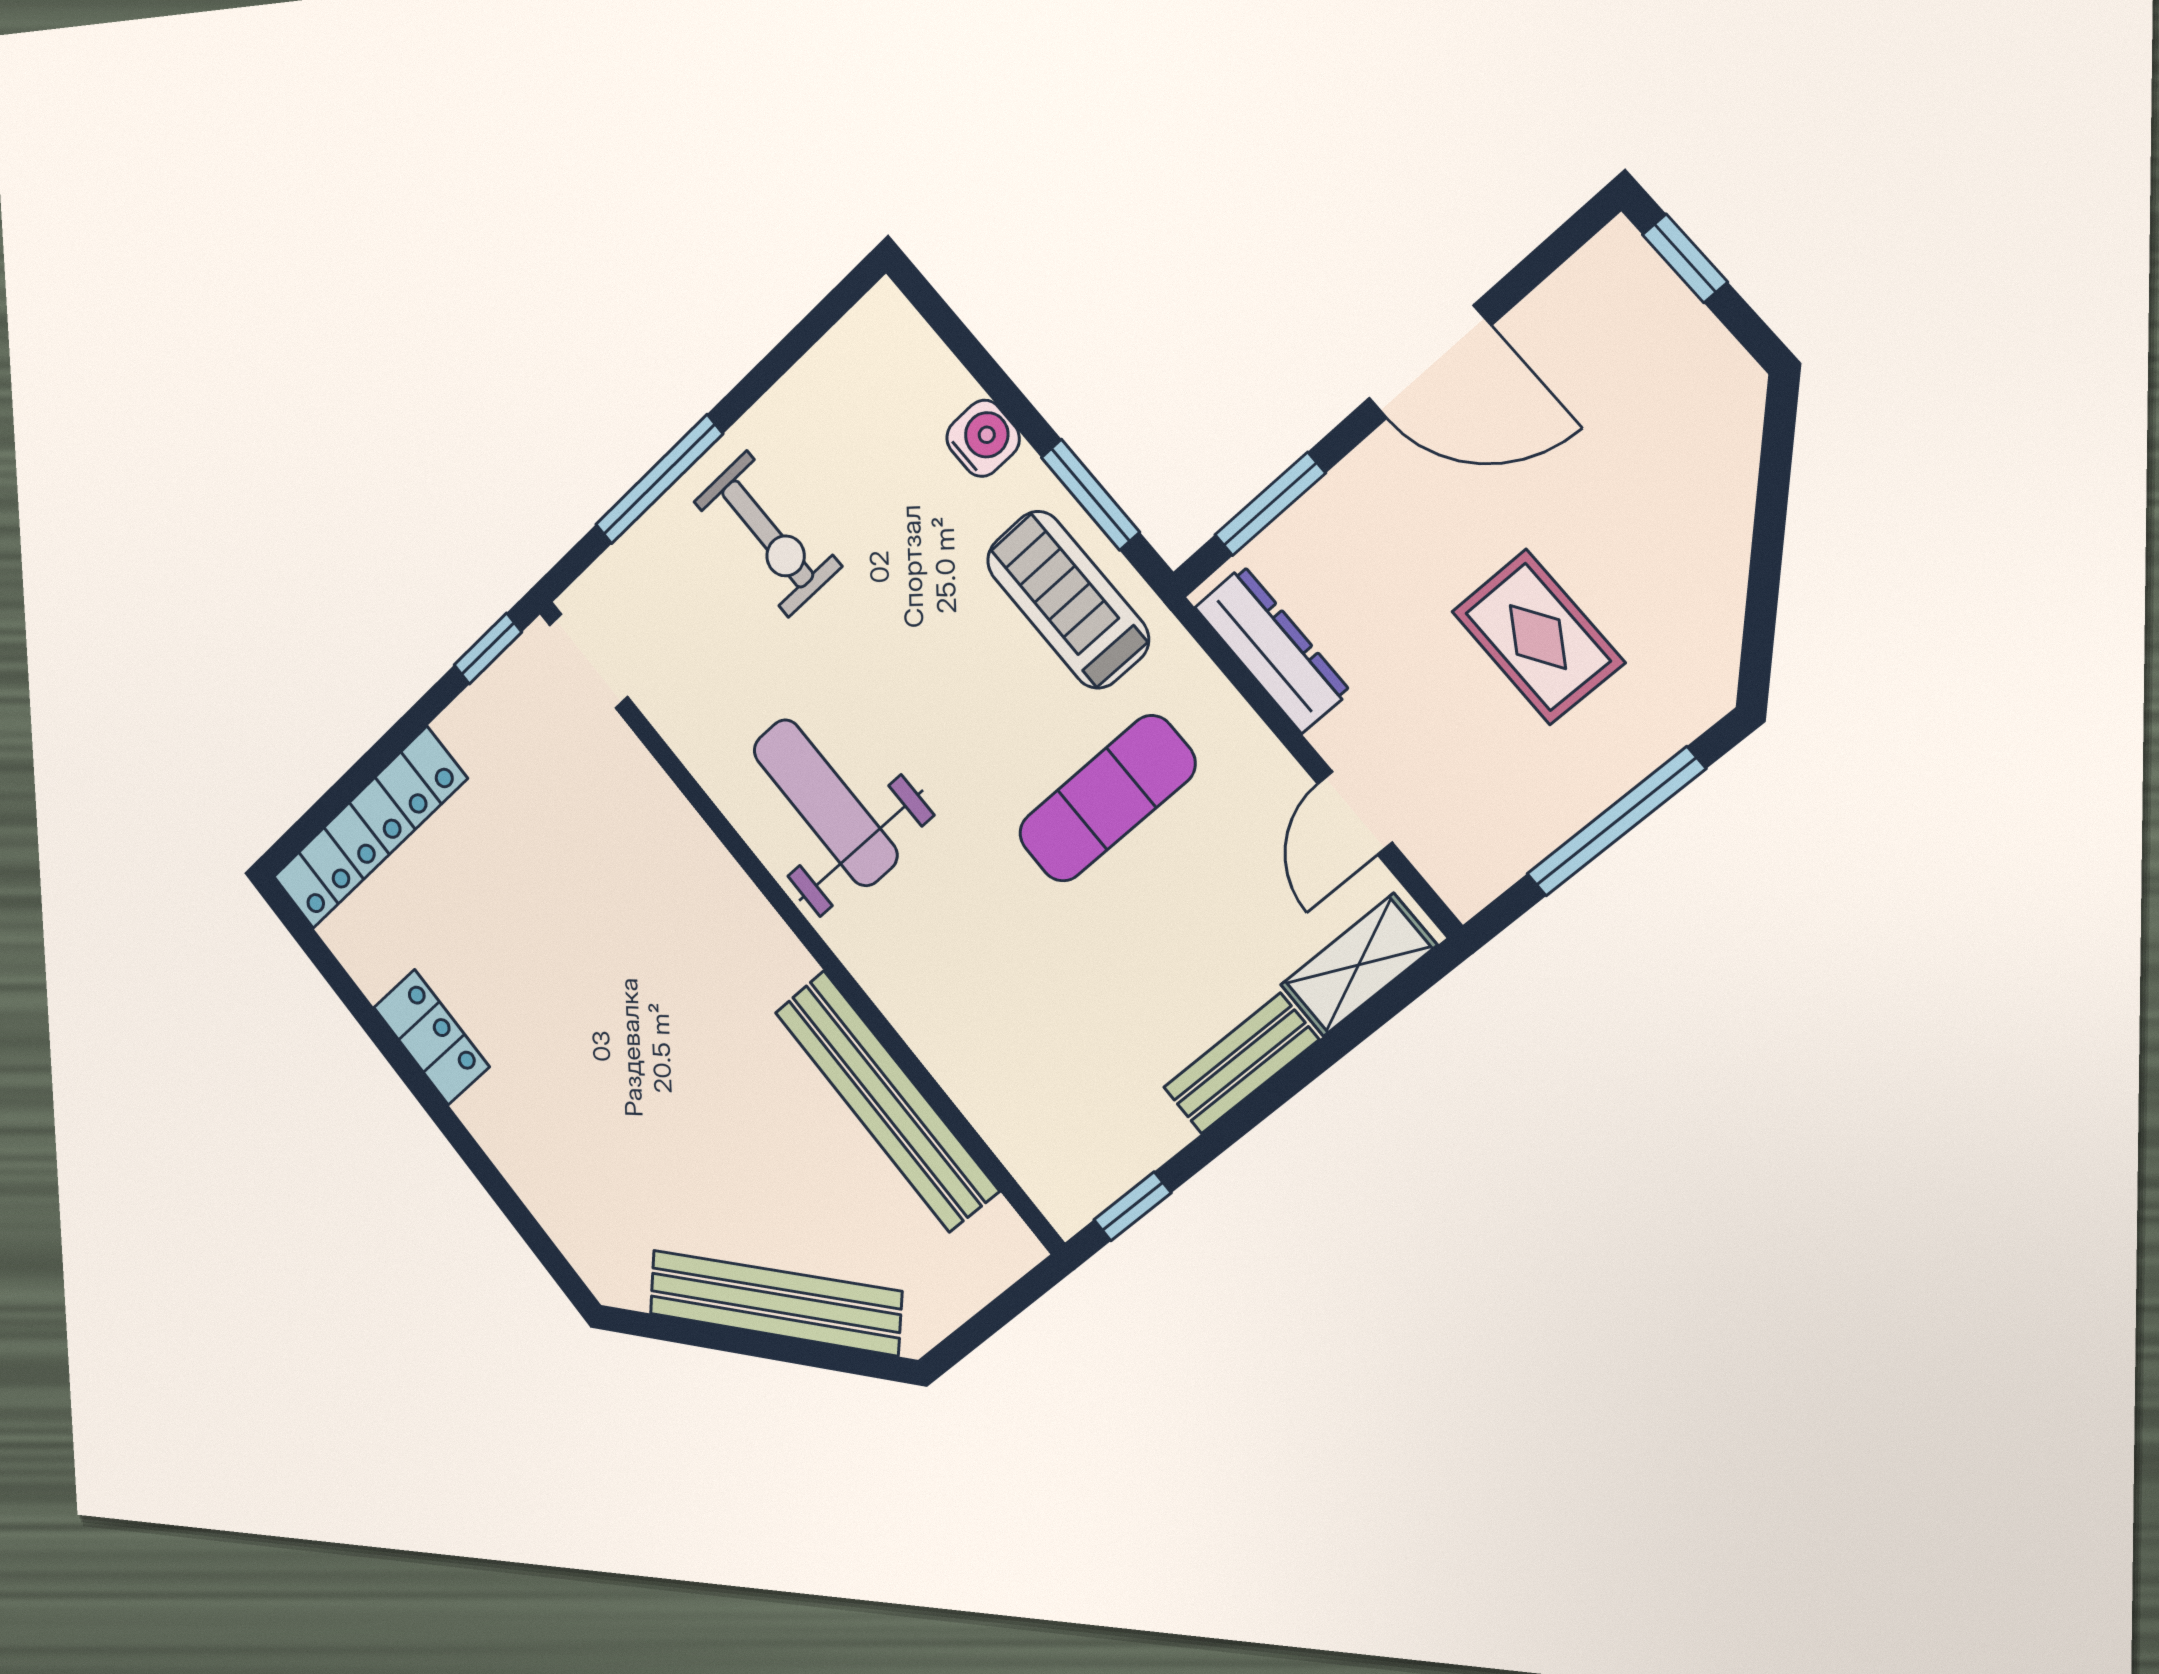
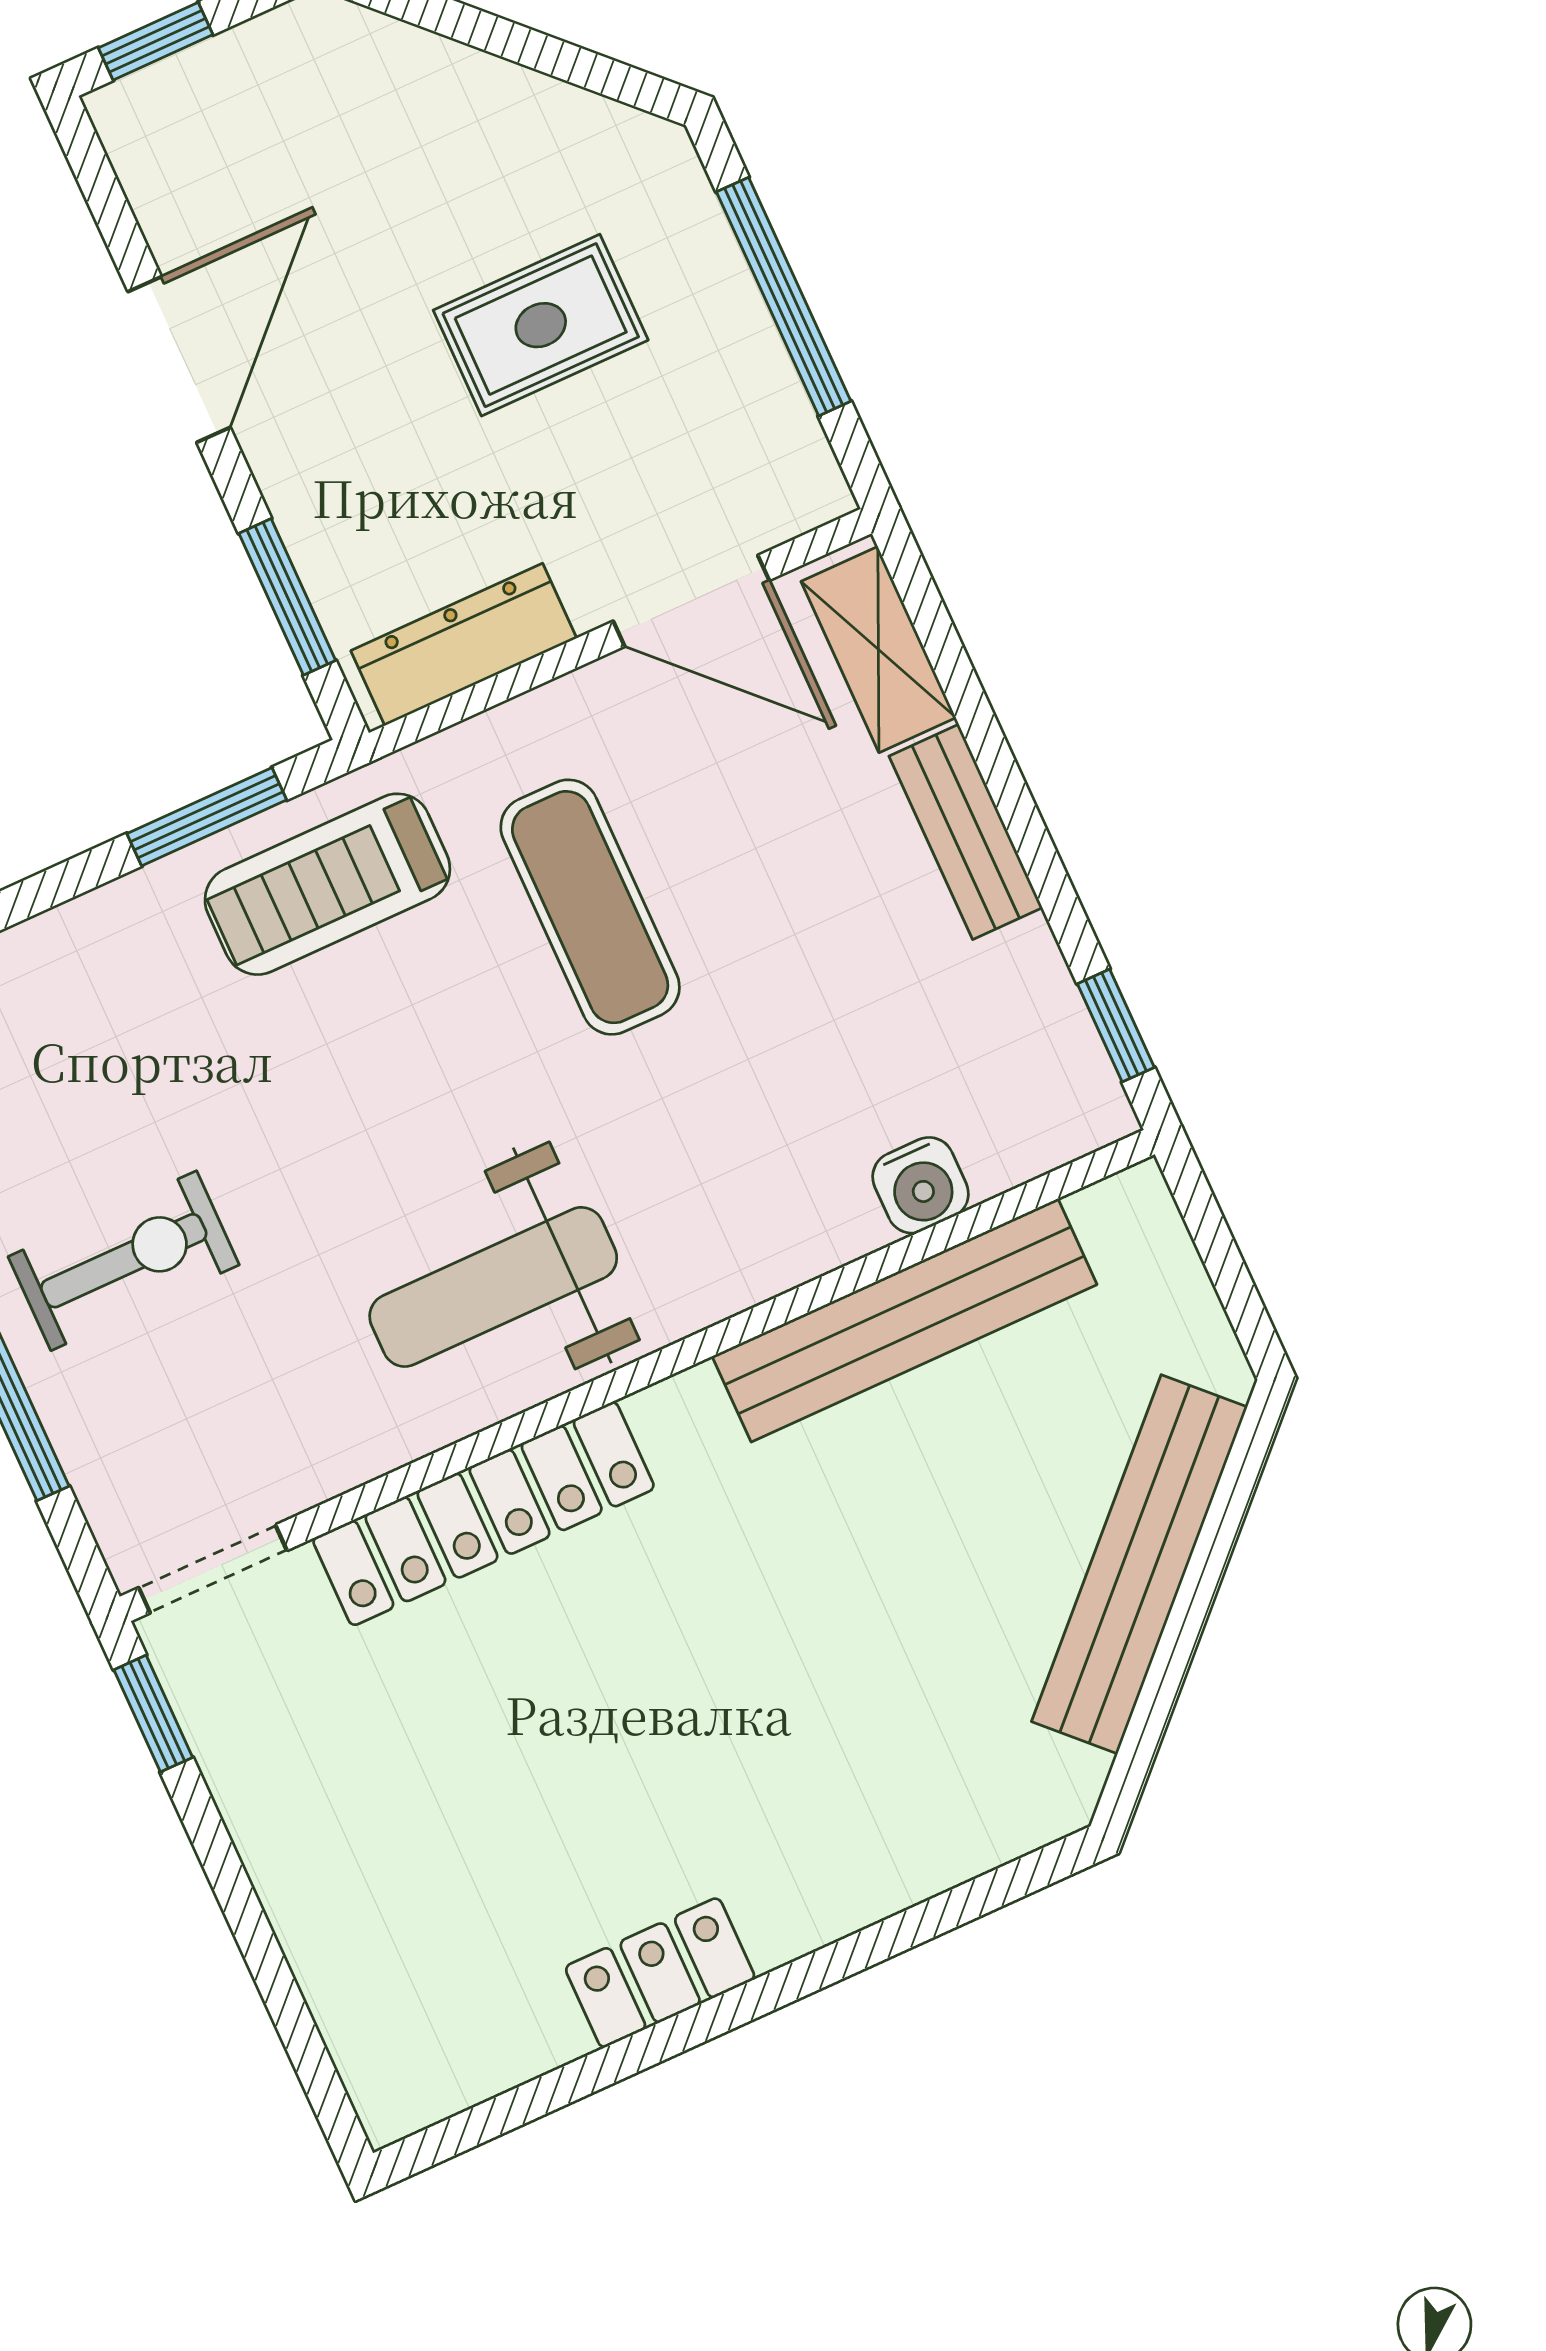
water cooler: (983, 438) -> (921, 1185), moved, turned 180
door: (1355, 813) -> (691, 601), width x1.37
locker: (369, 828) -> (484, 1514), moved, turned 90

